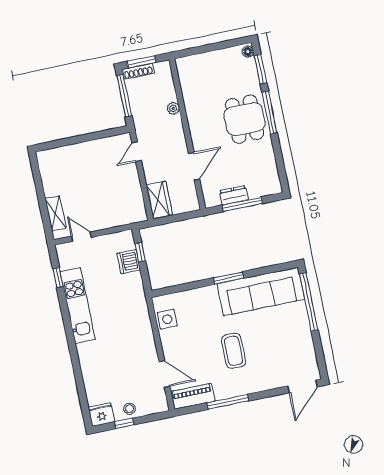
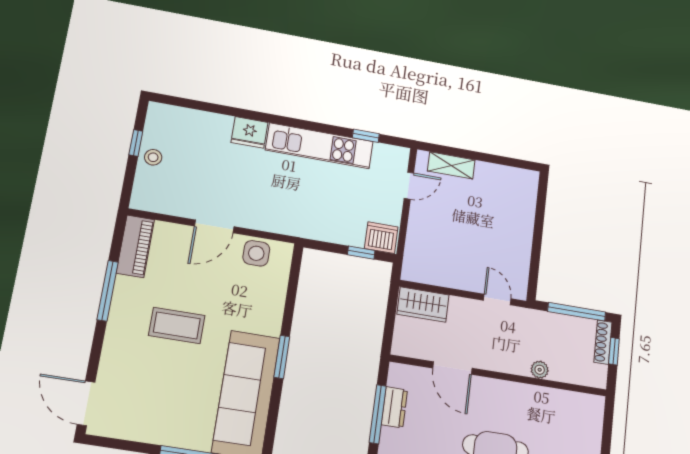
window: (141, 62) -> (614, 351), width x0.67
dishwasher: (129, 262) -> (381, 238), moved
door: (164, 374) -> (214, 226), moved
fridge: (101, 415) -> (249, 132), moved, turned 90

